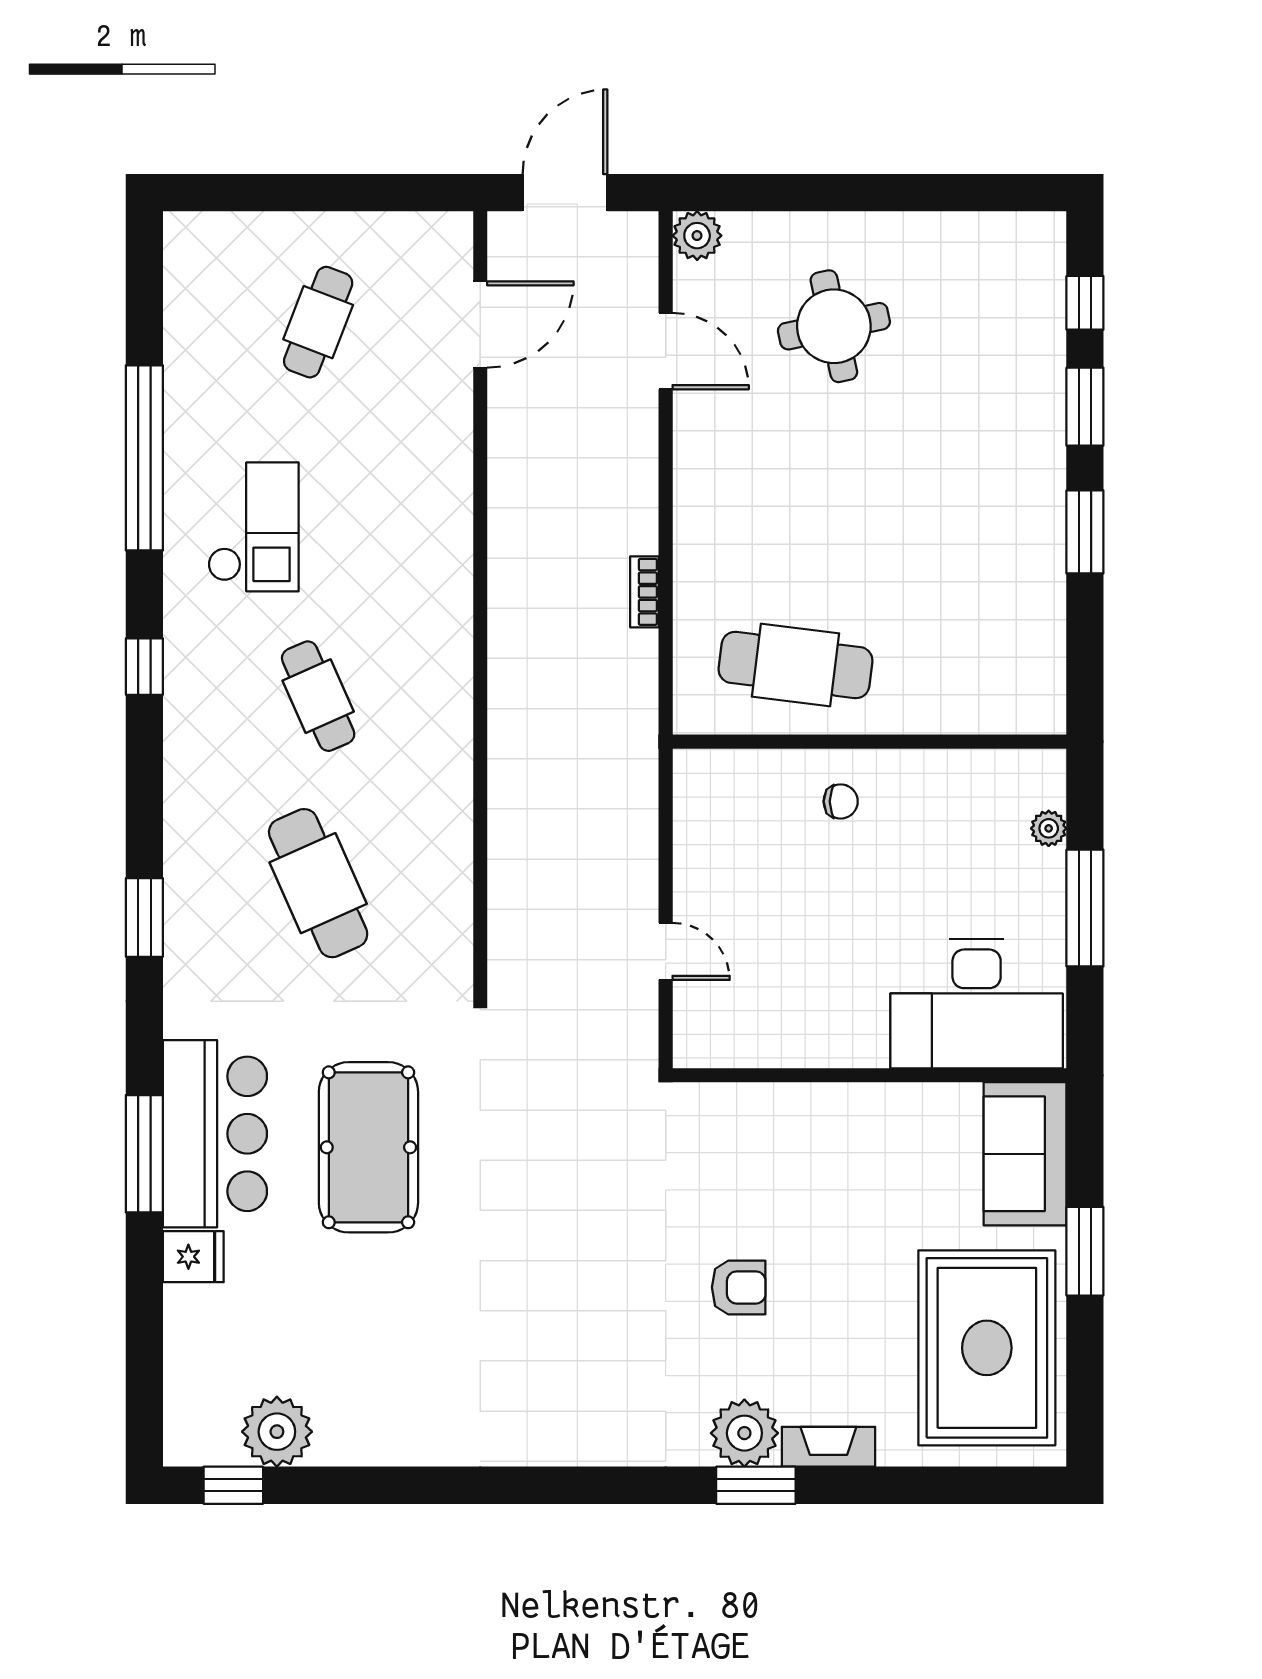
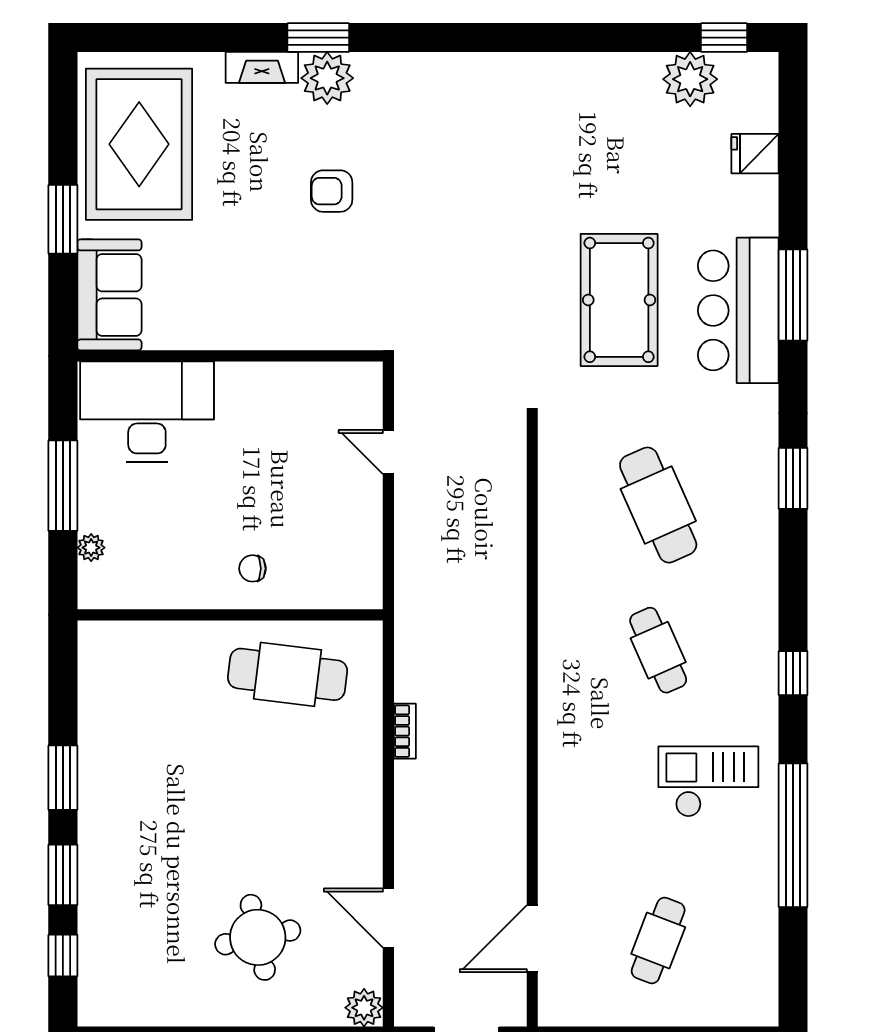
checkout: (253, 527) -> (708, 782), turned 90
fridge: (193, 1257) -> (755, 154), moved

